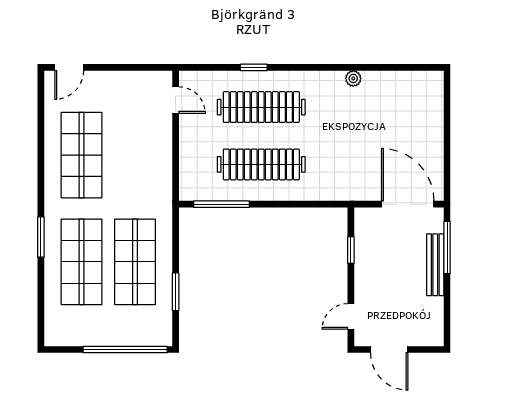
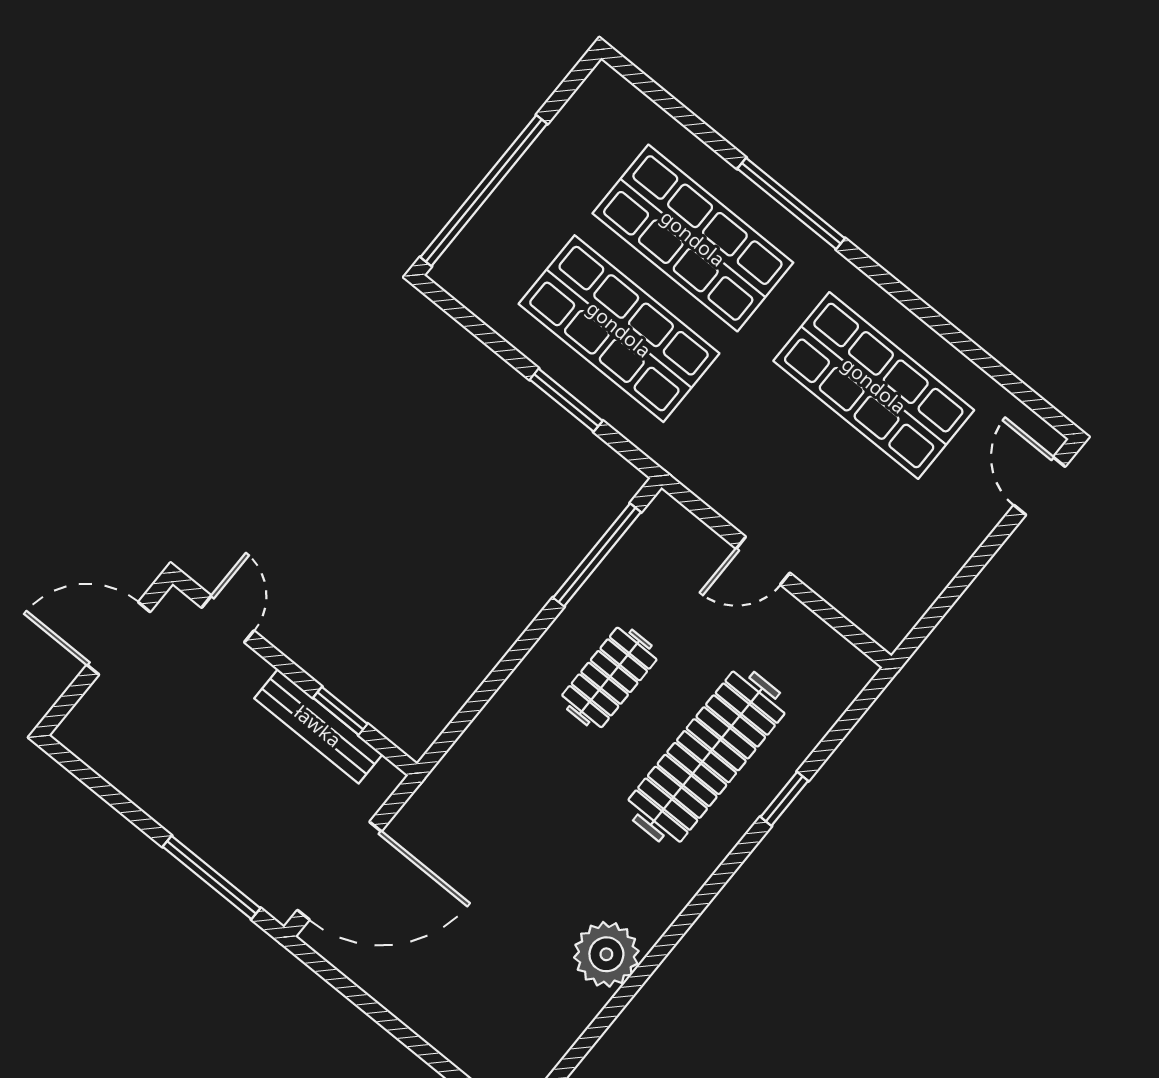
plant: (353, 79) -> (606, 954), width x1.88, depth x1.88
door: (176, 100) -> (763, 561), moved
clothes rail: (261, 164) -> (609, 677), width x0.54, depth x0.76
window: (41, 237) -> (791, 203), width x1.44
bench: (435, 265) -> (318, 726), moved
window: (176, 292) -> (566, 400), moved

